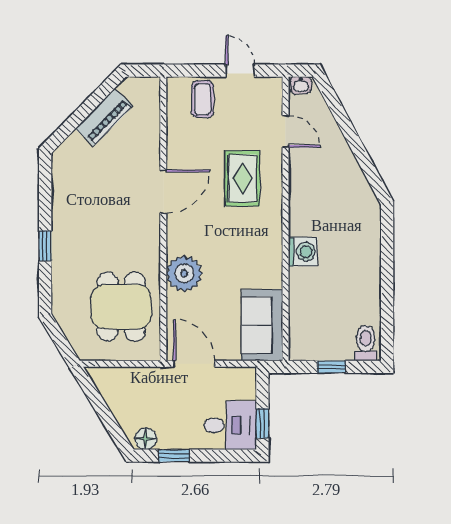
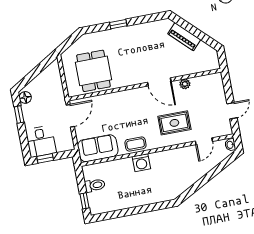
coffee table: (202, 99) -> (135, 144), moved
piano: (104, 117) -> (184, 37), moved
plant: (184, 273) -> (185, 84), moved, width x0.53, depth x0.53
dining table: (121, 307) -> (93, 71), turned 90
toilet: (366, 343) -> (95, 185), moved
window: (331, 367) -> (85, 201), moved

